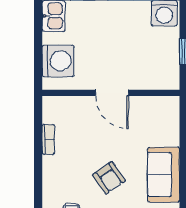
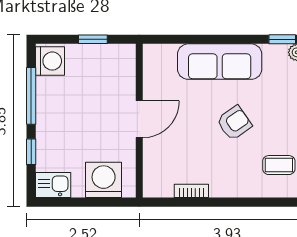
sofa: (164, 175) -> (220, 62), width x1.36

